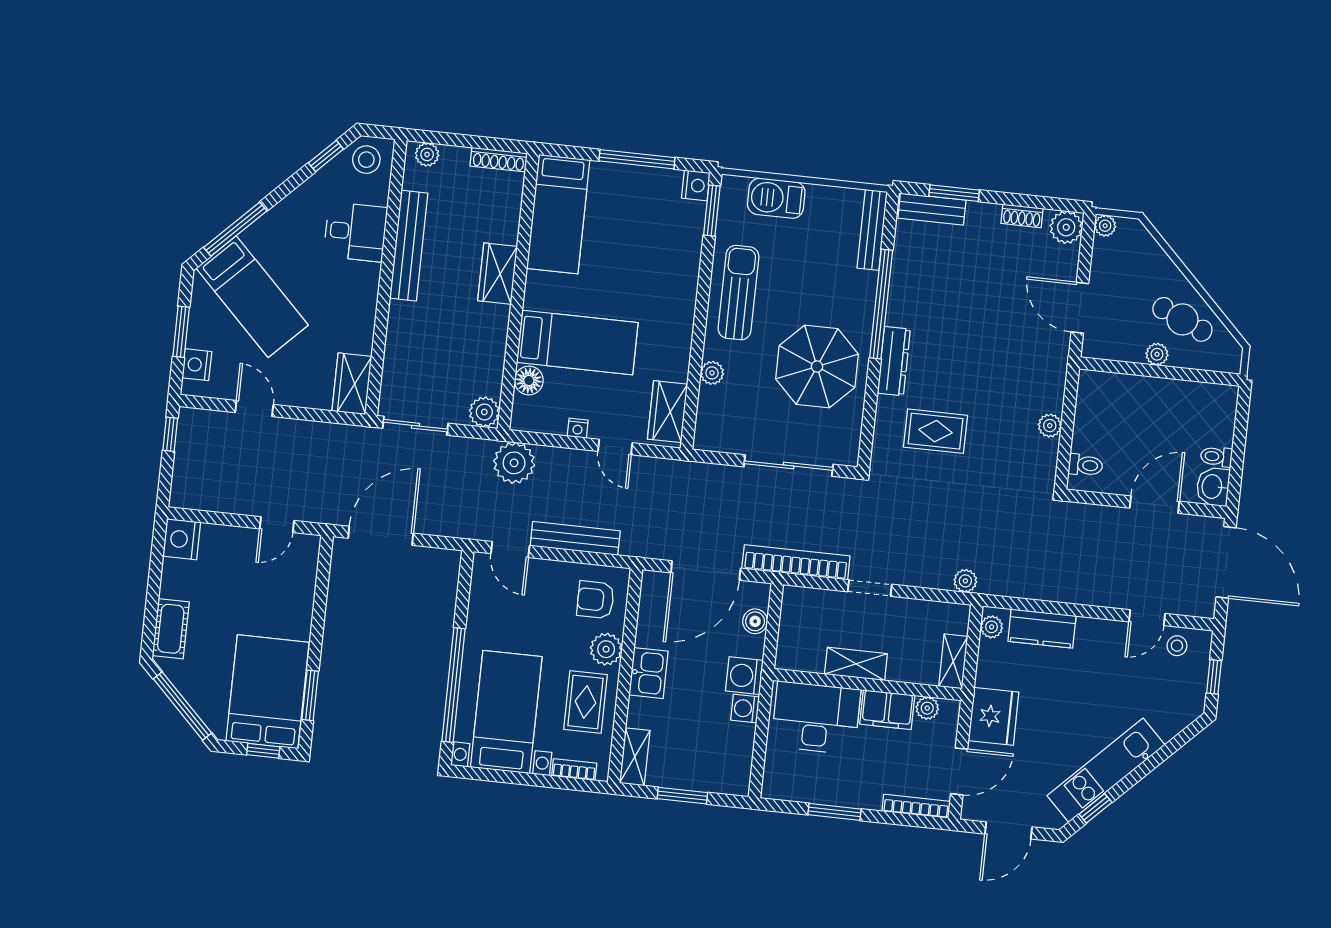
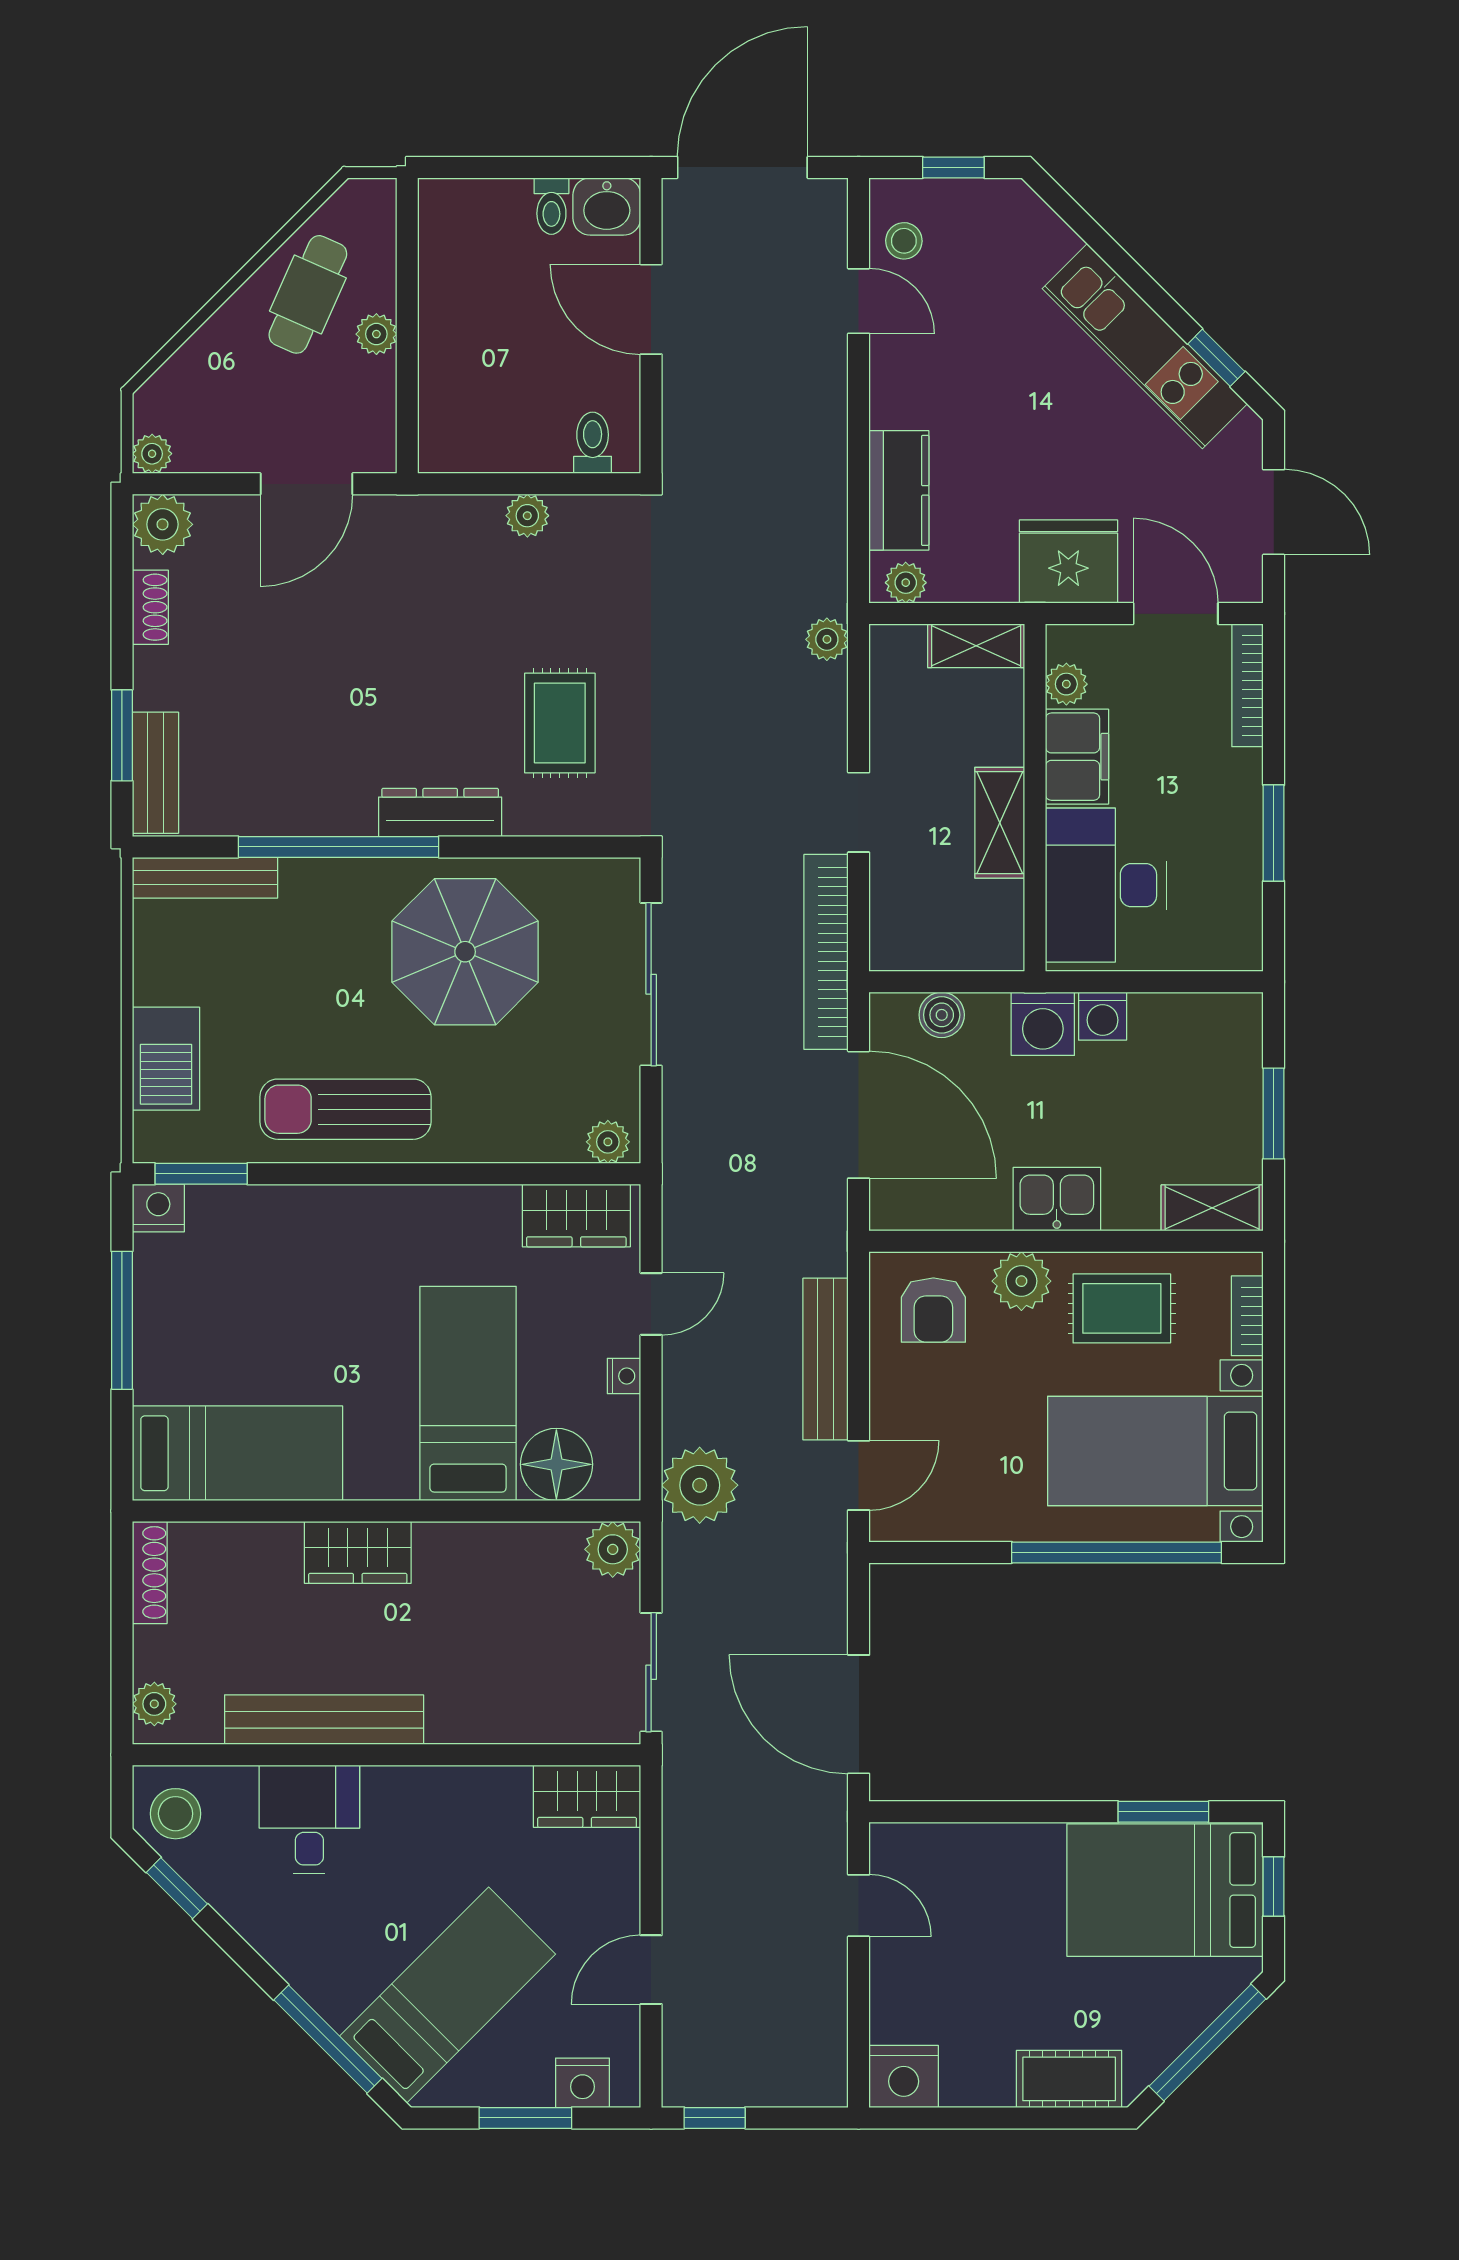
plant: (712, 373) -> (608, 1142), moved
floor lamp: (529, 381) -> (556, 1464), width x1.38, depth x1.38

